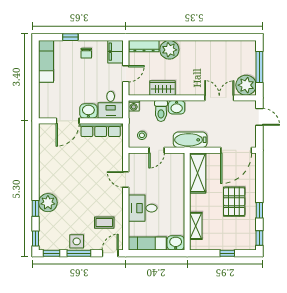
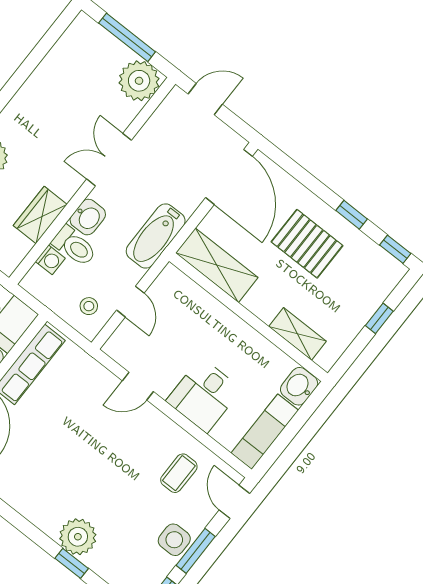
double door: (219, 98) -> (109, 160), moved
washing machine: (134, 106) -> (50, 260), moved

